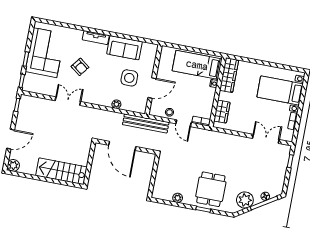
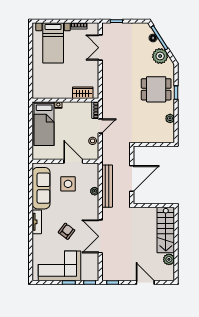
sofa: (124, 48) -> (41, 188), width x1.36
wardrobe: (229, 75) -> (48, 92), removed
double door: (68, 101) -> (100, 236), width x1.37
bench: (146, 123) -> (107, 186), moved
plant: (13, 165) -> (169, 259), moved

